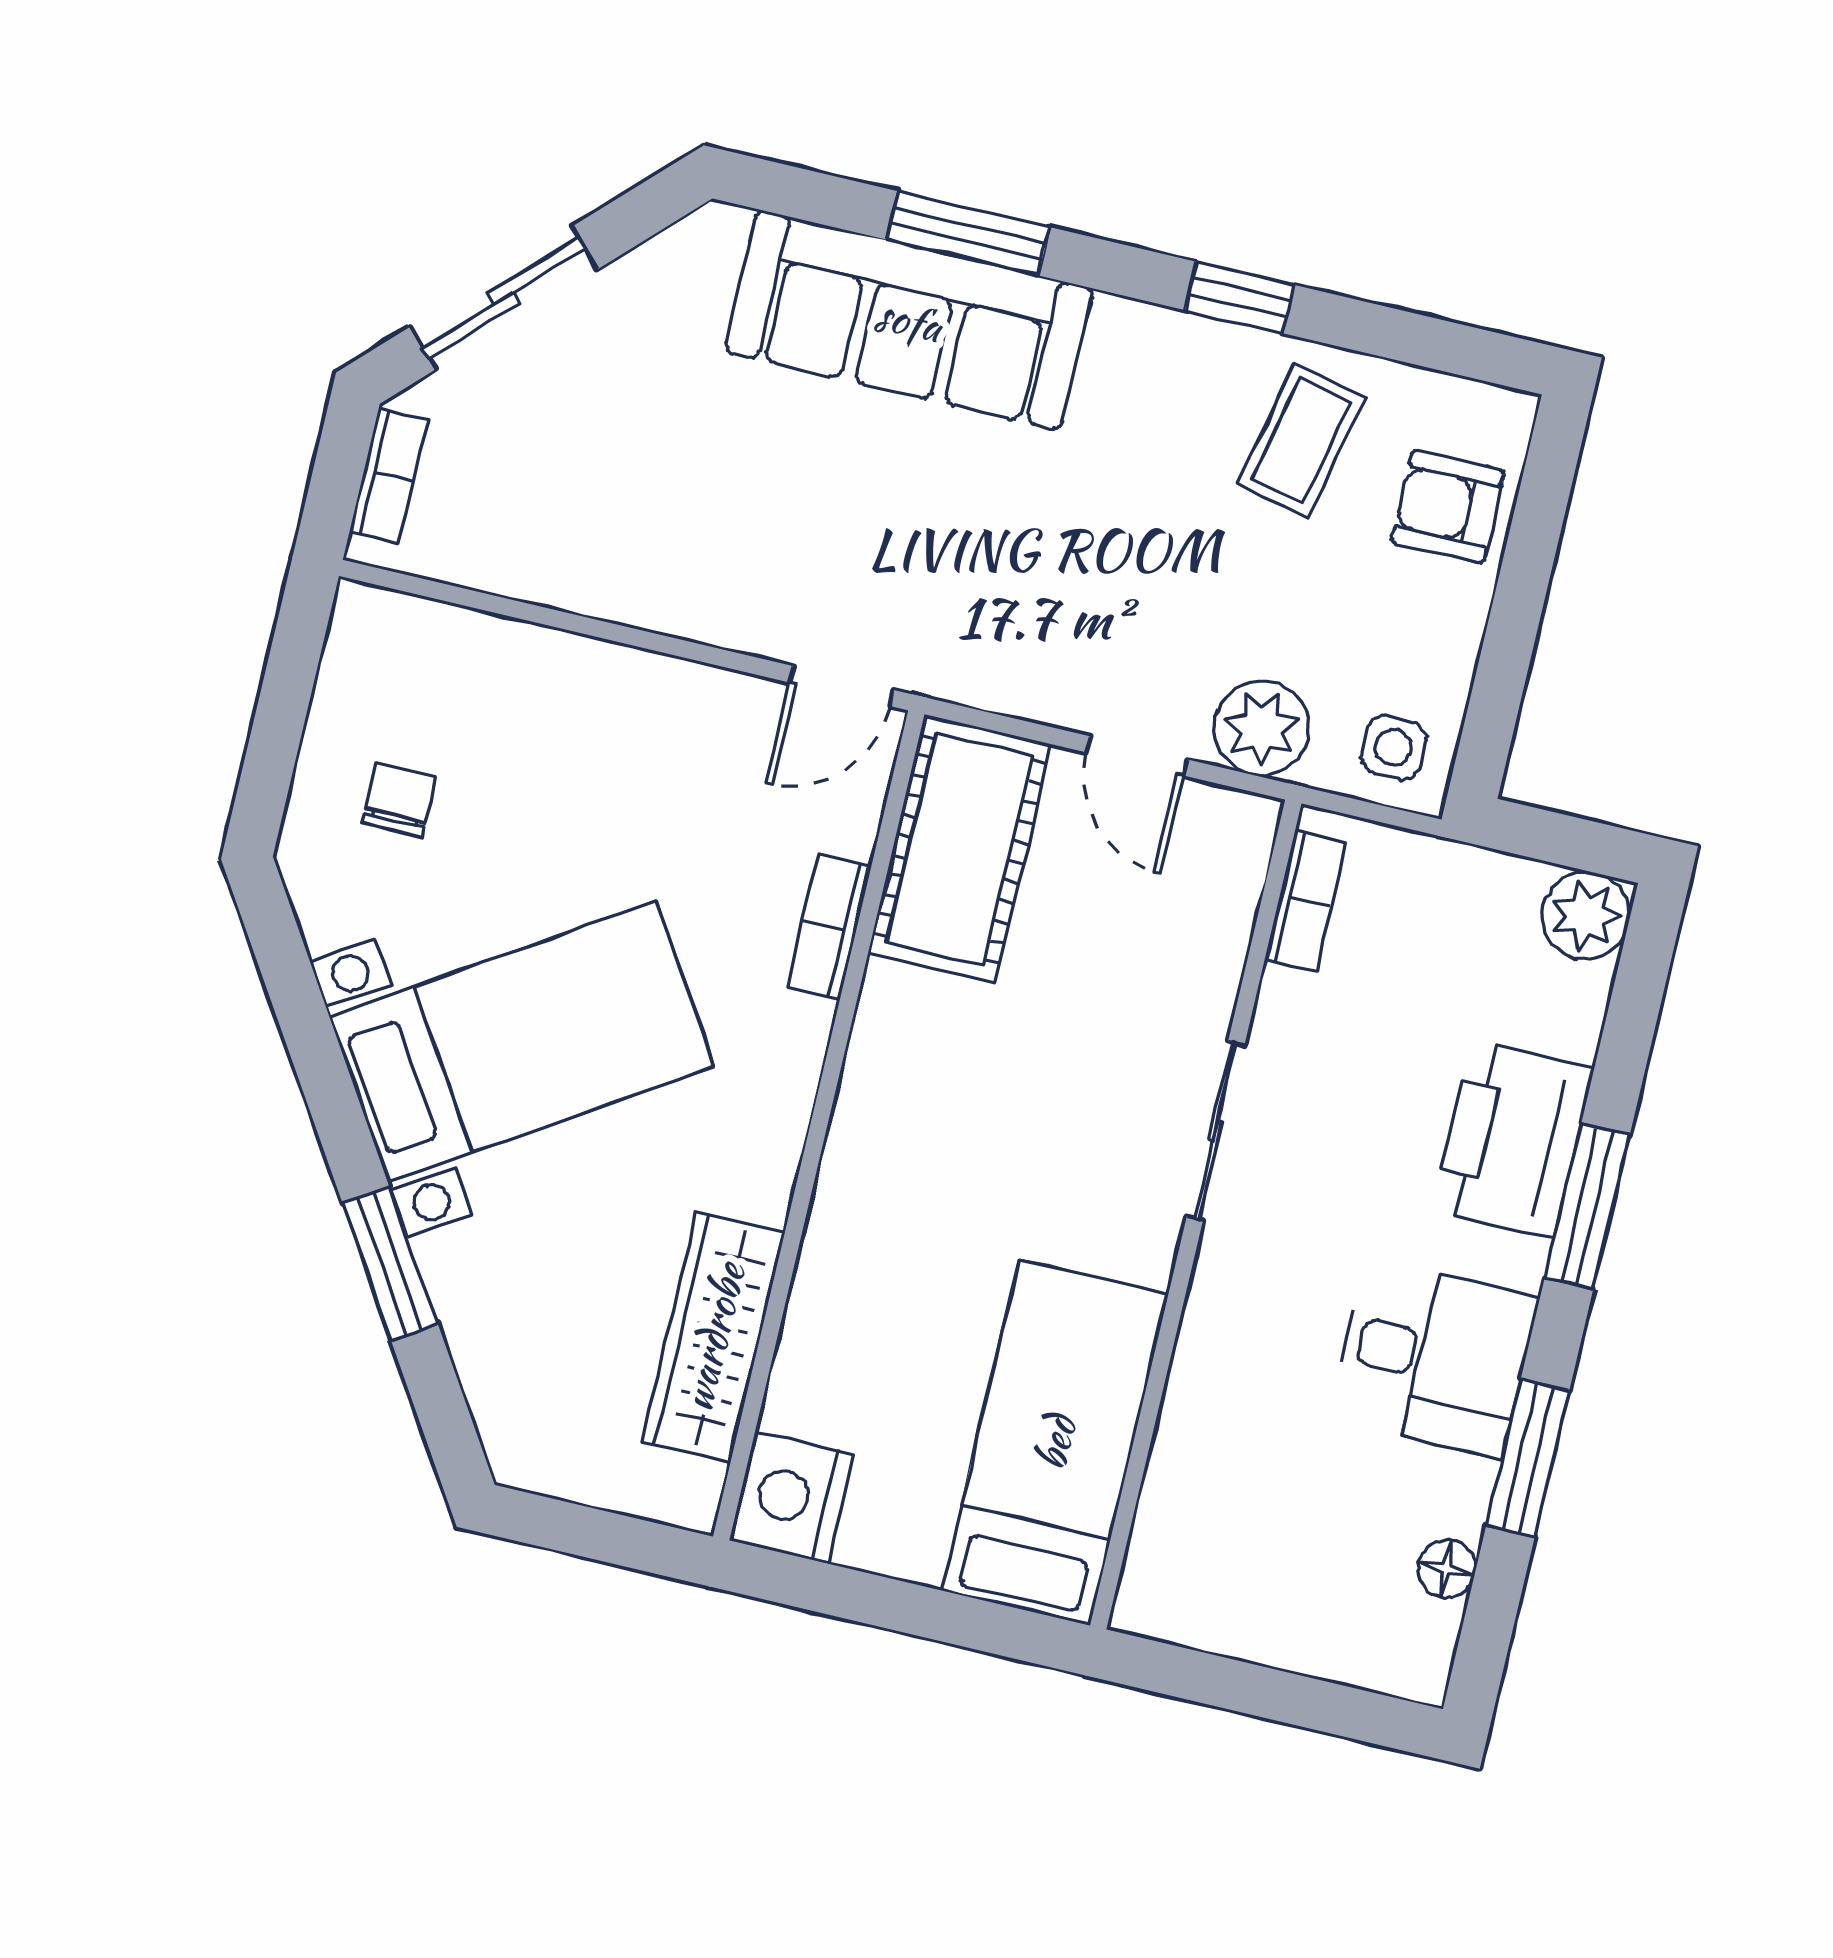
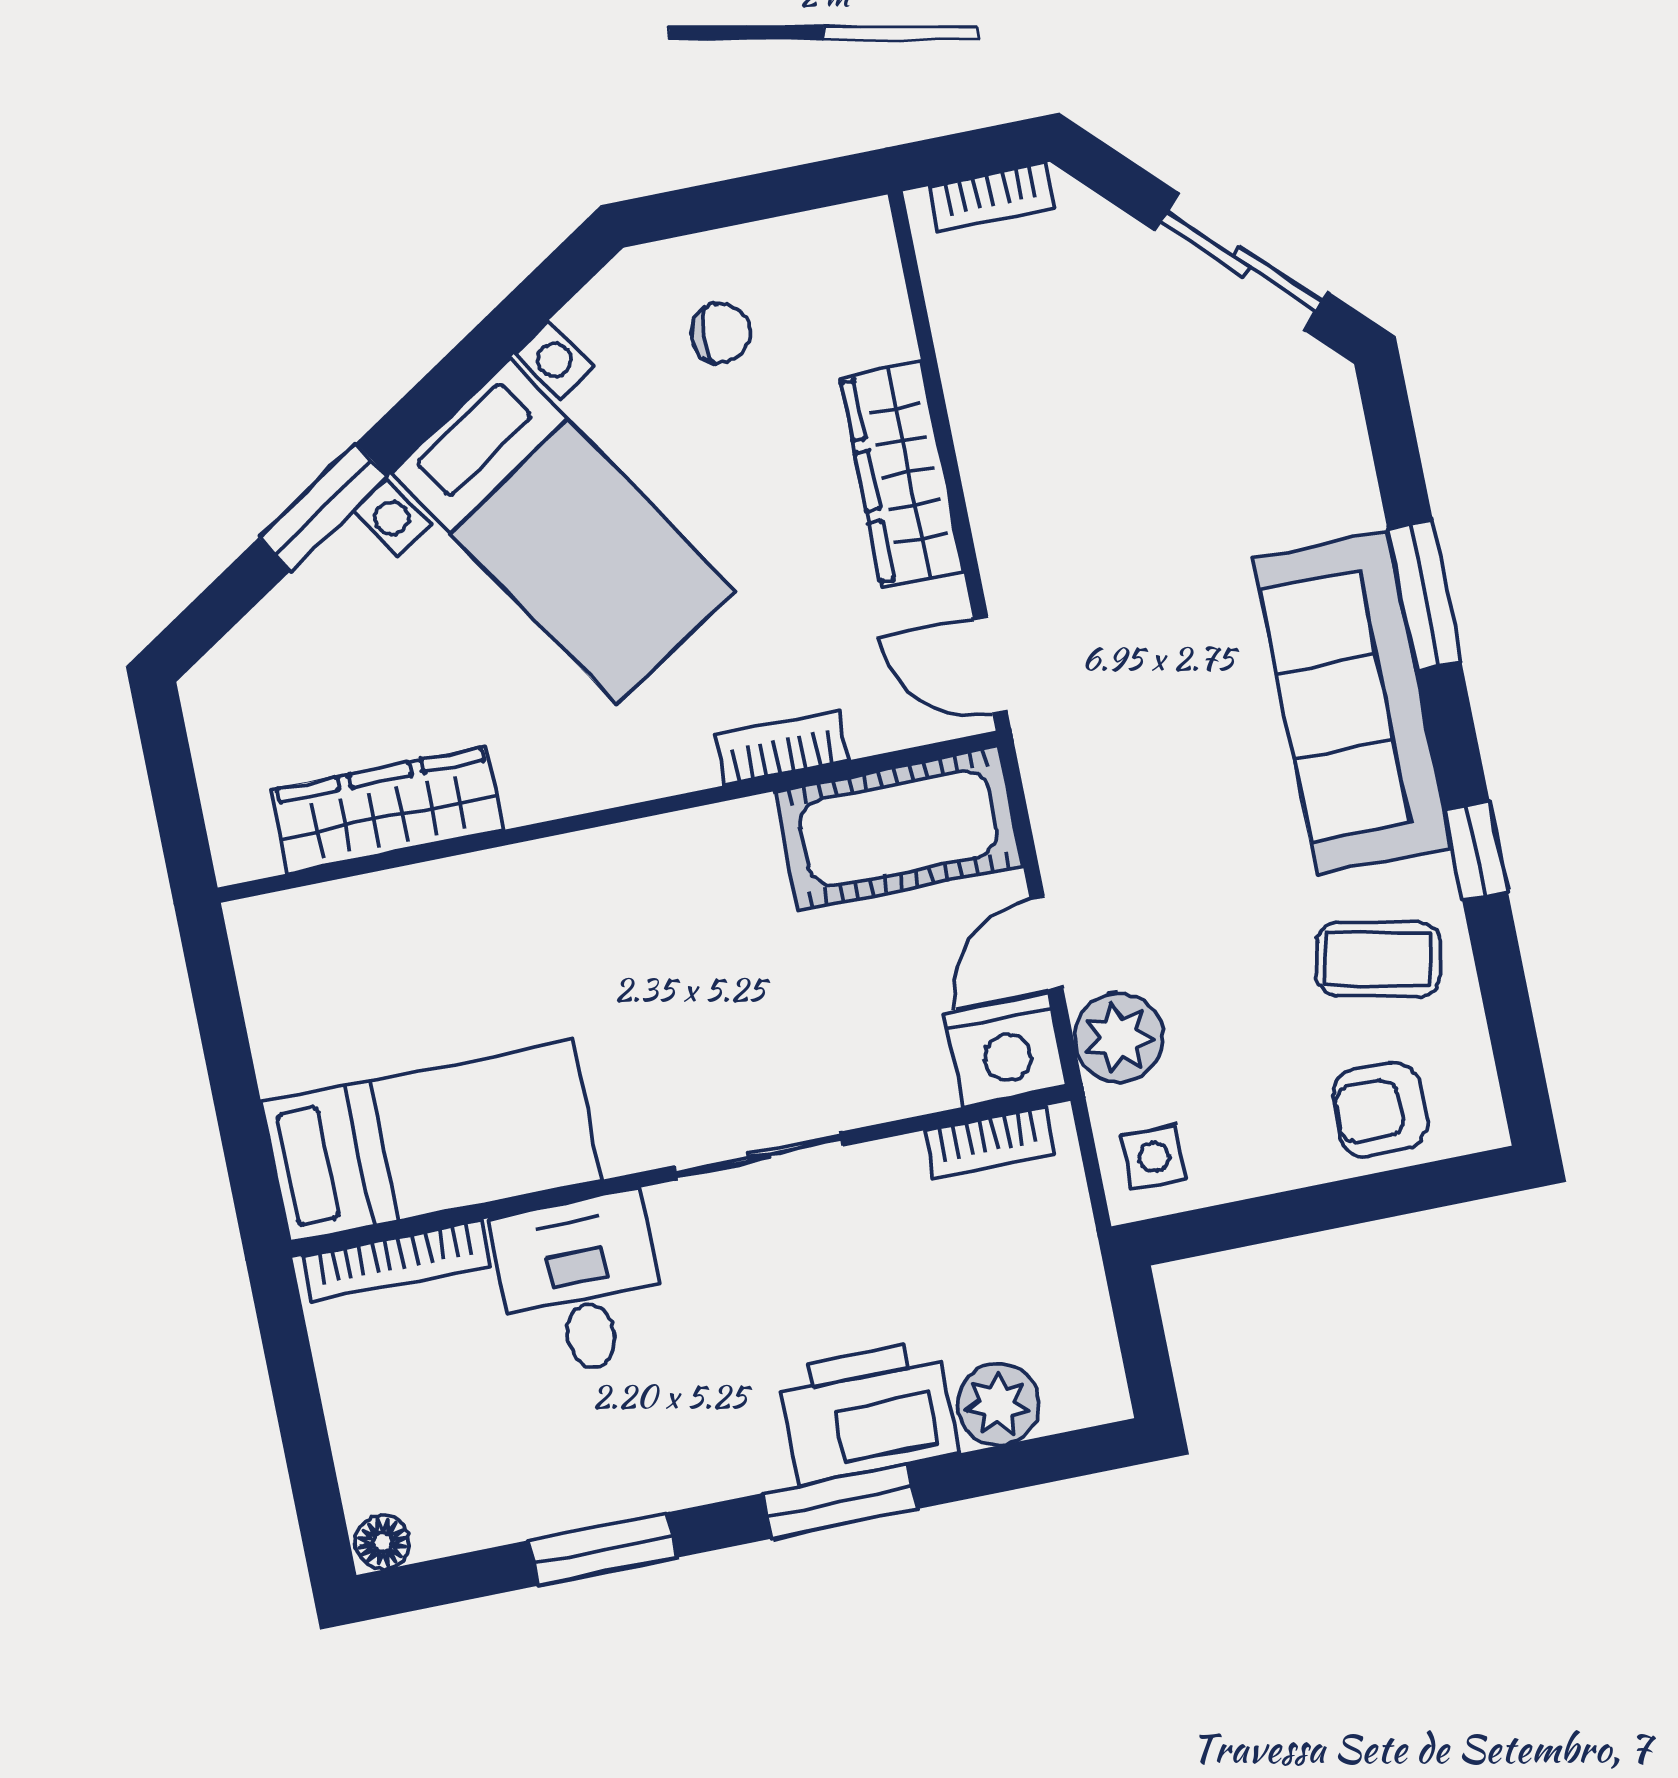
sliding door: (504, 298) -> (1242, 262), moved
sofa: (909, 320) -> (1352, 703), moved
armchair: (1448, 507) -> (1380, 1109), turned -90
wardrobe: (617, 687) -> (902, 474), added
plant: (1586, 915) -> (998, 1404), moved
desk: (1434, 1358) -> (581, 1285), moved, turned 180
nightstand: (791, 1497) -> (1006, 1050), moved, turned 180
bookcase: (1156, 1530) -> (396, 1261), added
floor lamp: (1447, 1569) -> (383, 1542), moved

